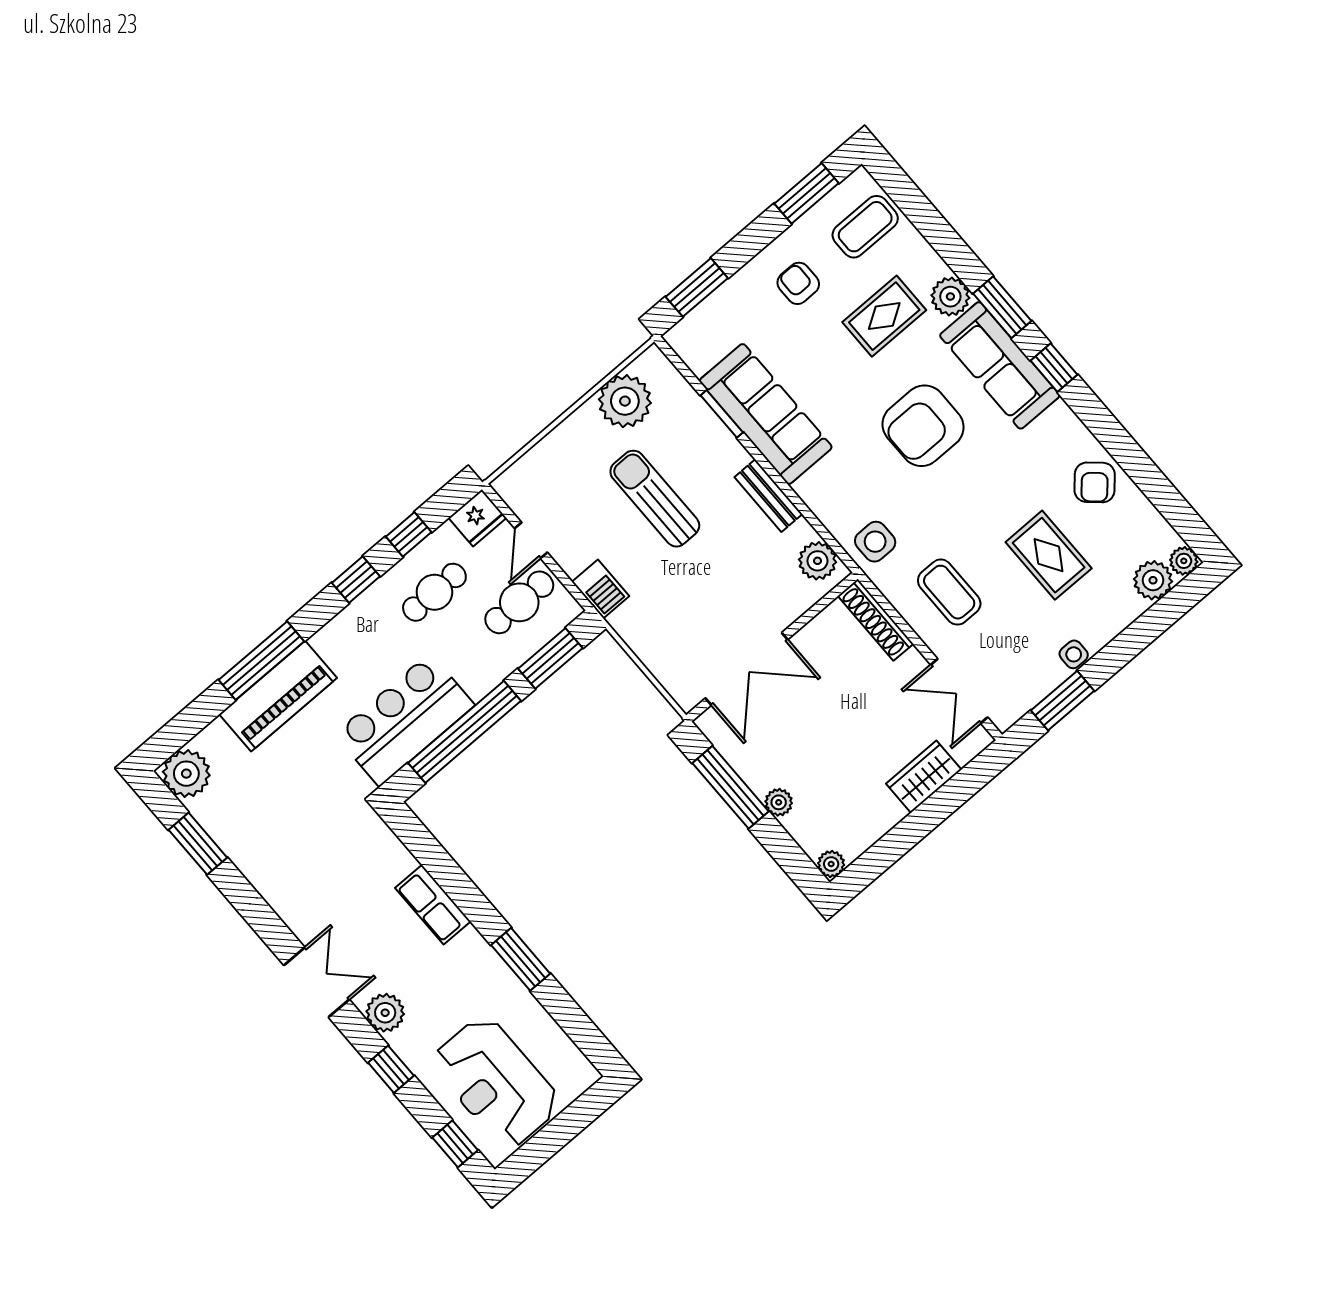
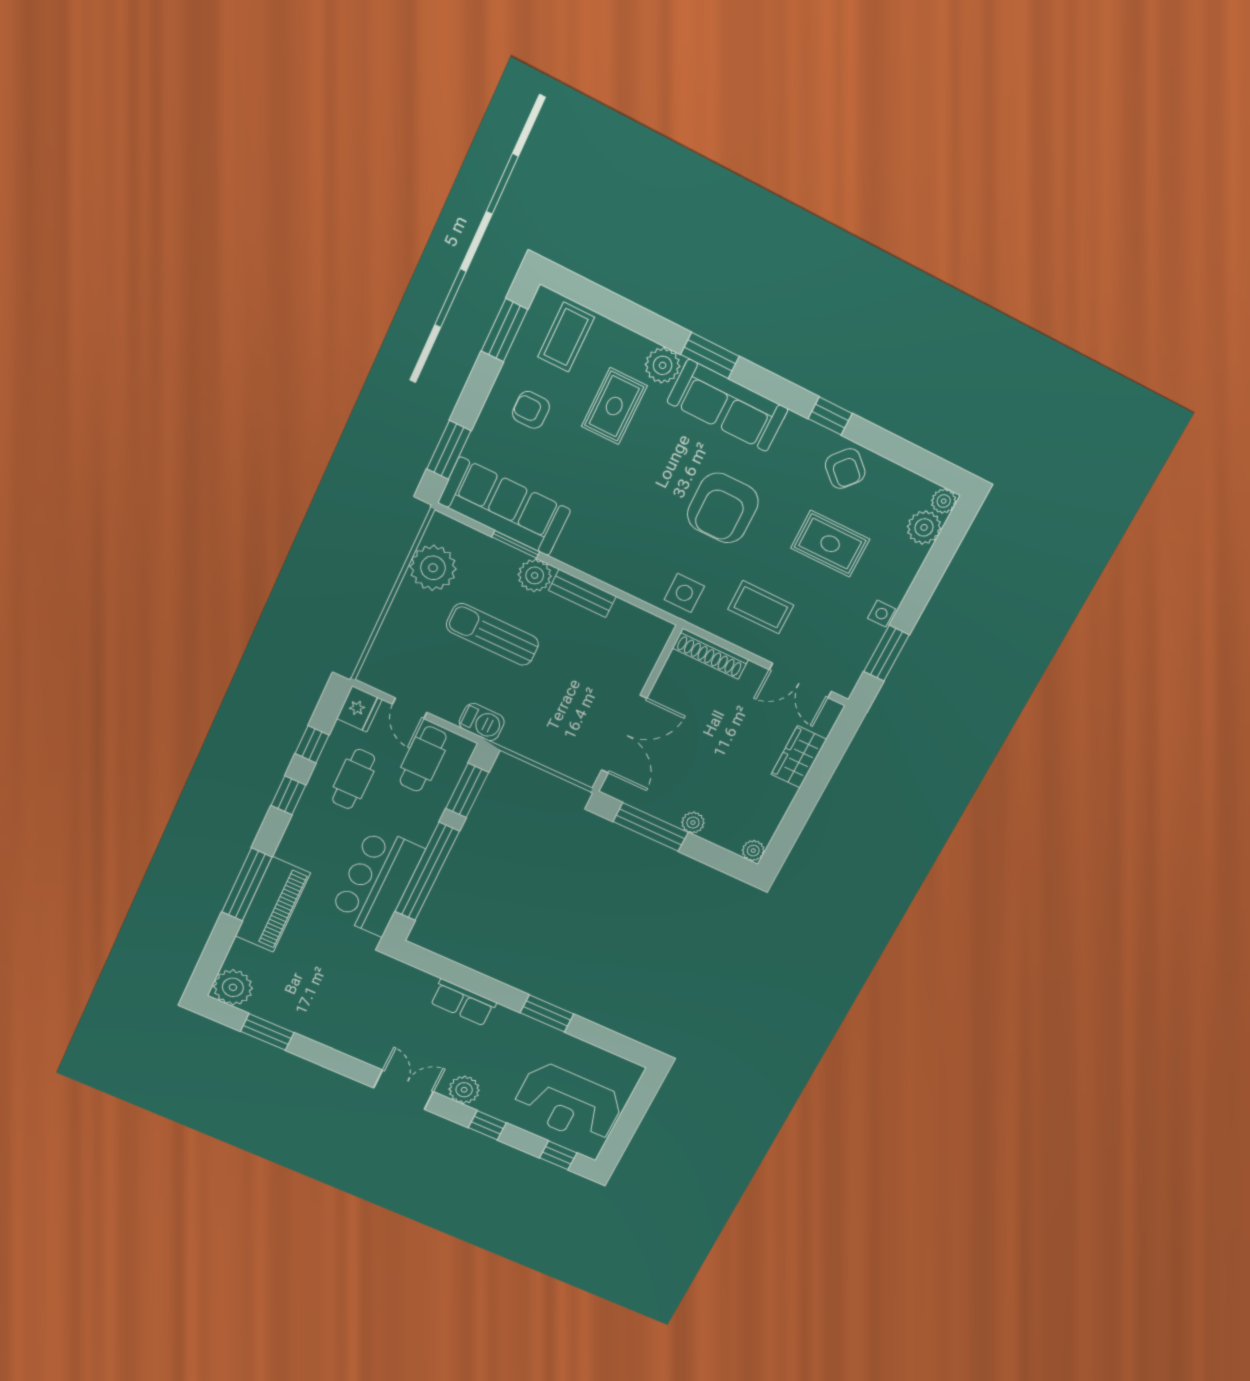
window: (1054, 368) -> (830, 416), moved
sofa: (766, 414) -> (504, 506), moved
armchair: (923, 426) -> (723, 508), moved
plant: (818, 561) -> (535, 575), moved

